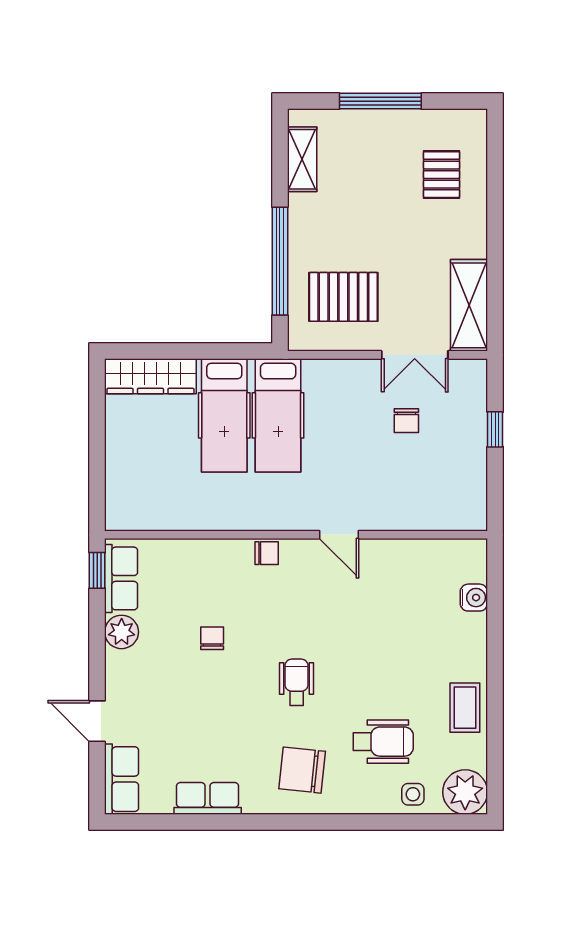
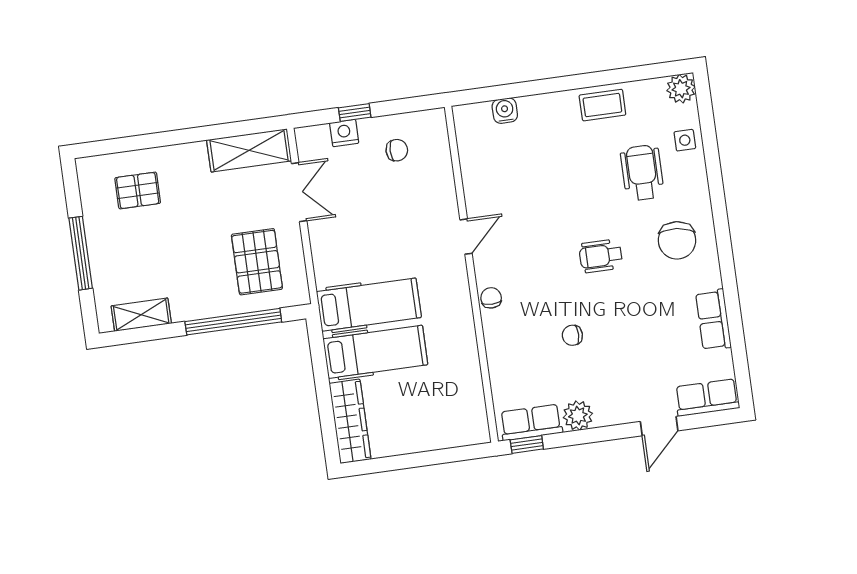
nightstand: (474, 414) -> (344, 133), added
chair: (406, 421) -> (397, 150), moved
plant: (465, 792) -> (681, 89), width x0.73, depth x0.73

